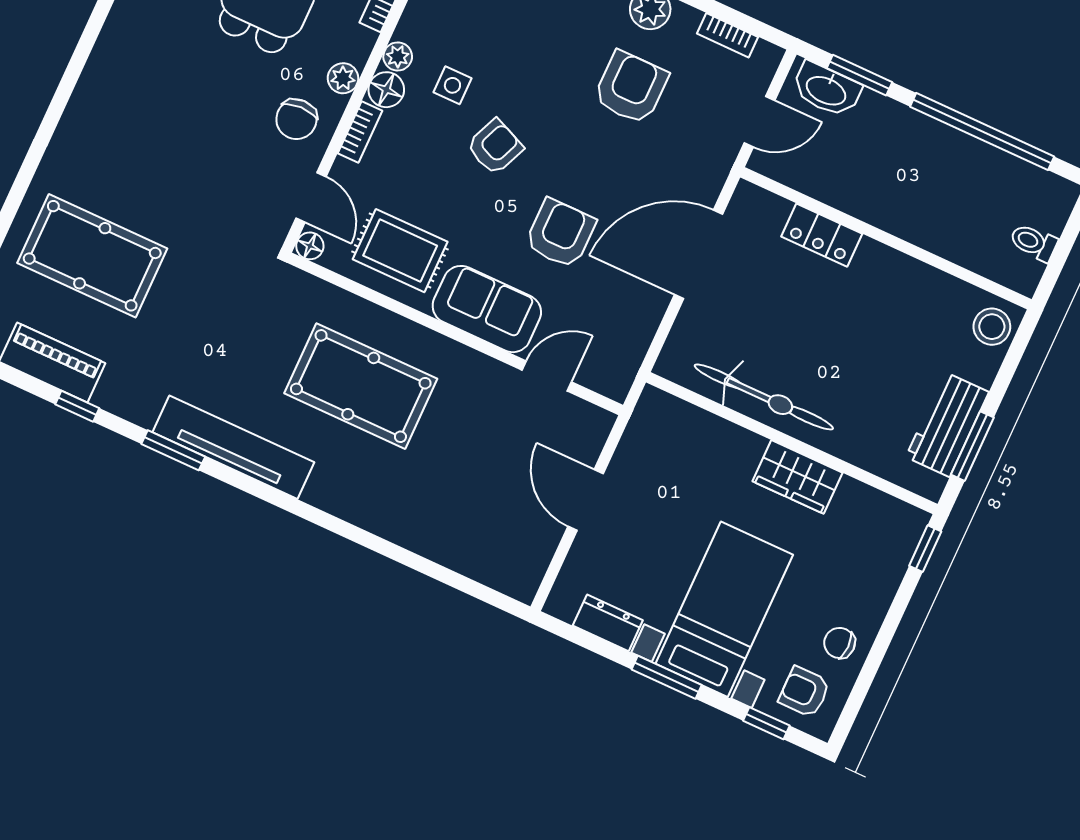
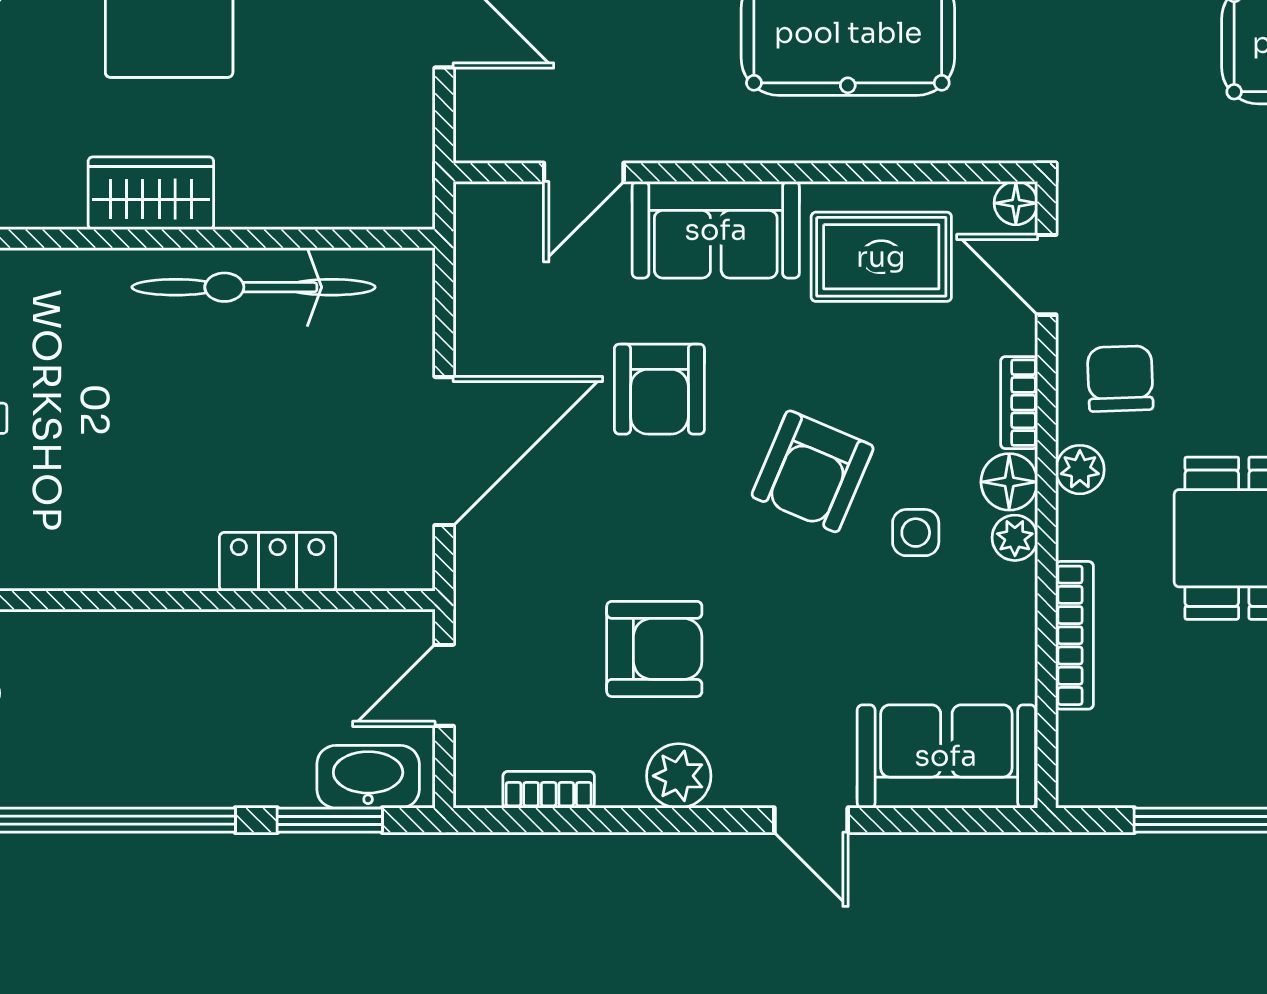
armchair: (631, 88) -> (654, 649), turned -90
armchair: (495, 147) -> (813, 471), width x1.38, depth x1.38

